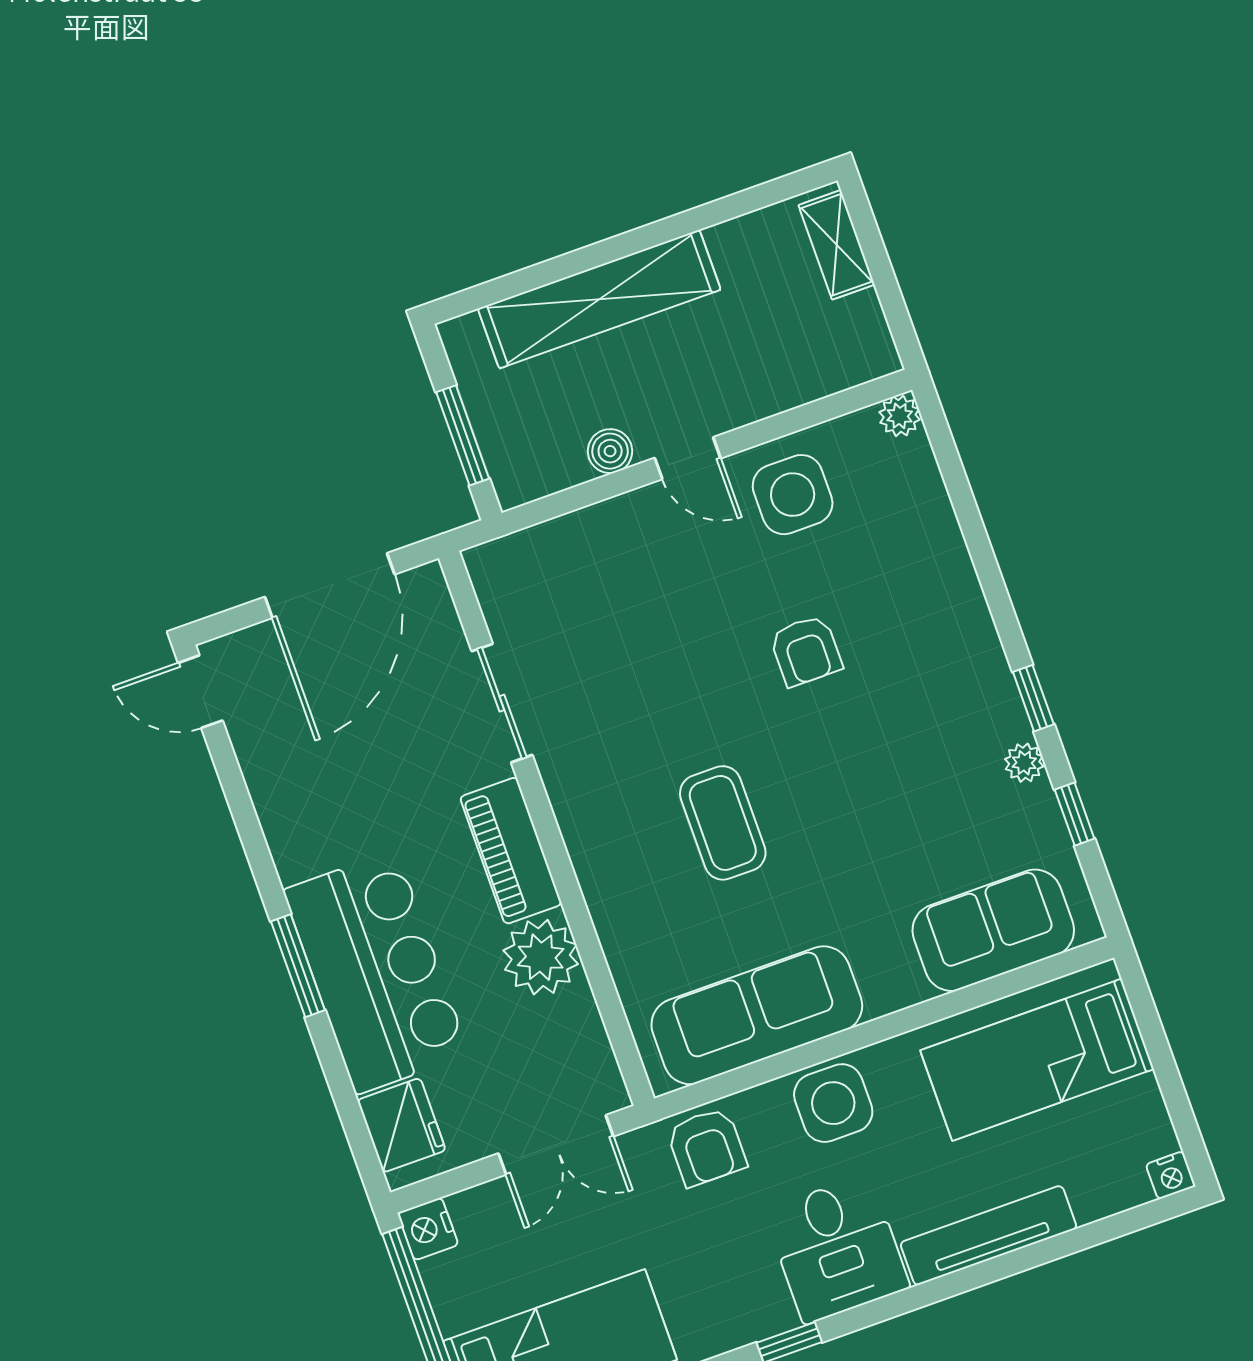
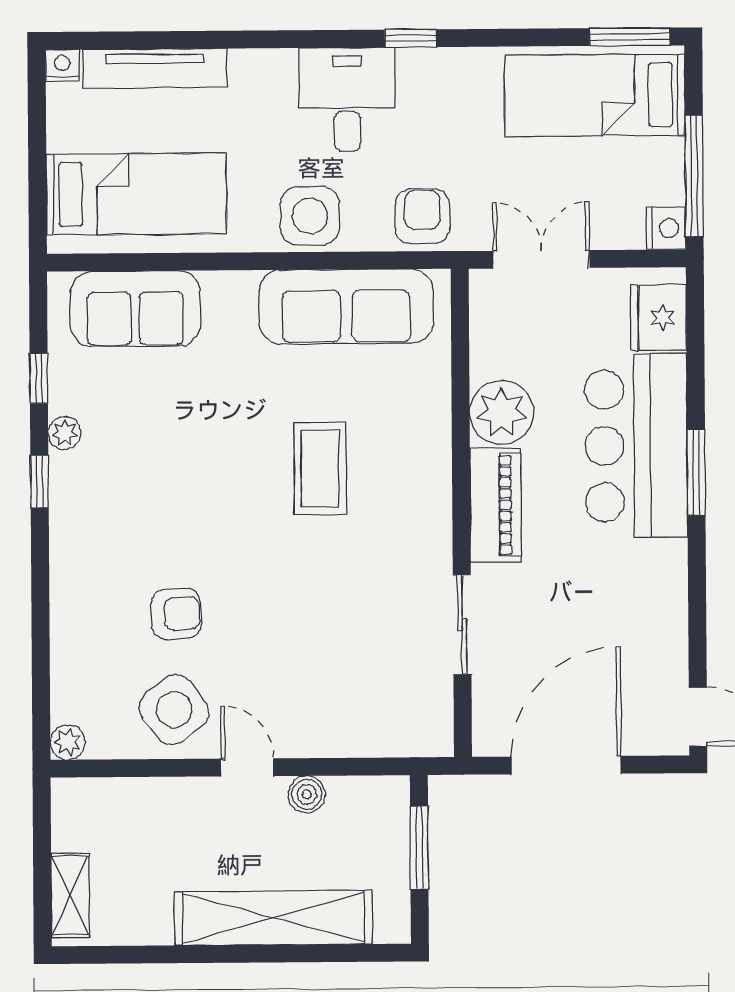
side table: (793, 495) -> (174, 710), turned -38
armchair: (806, 651) -> (176, 614), moved, turned 87
tv unit: (988, 1235) -> (155, 69), moved

